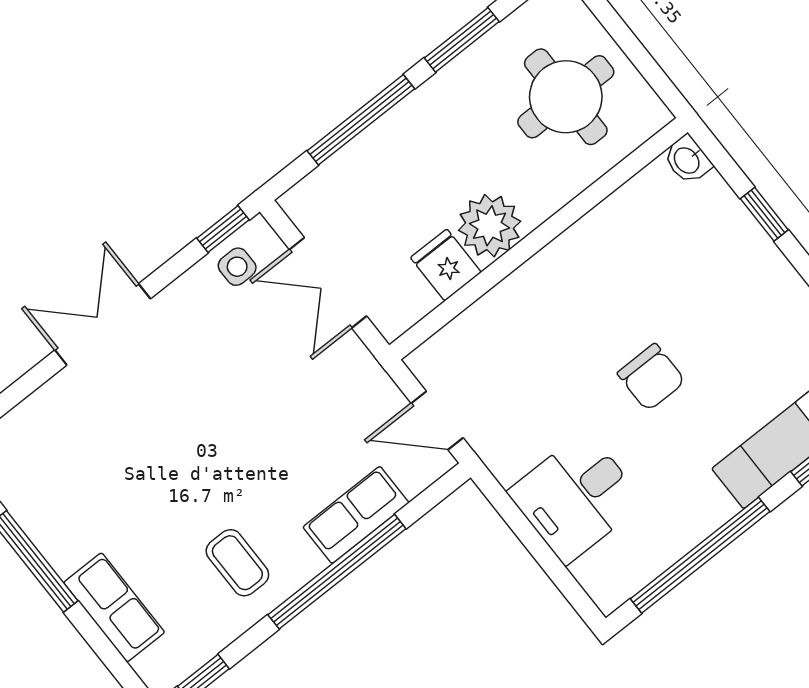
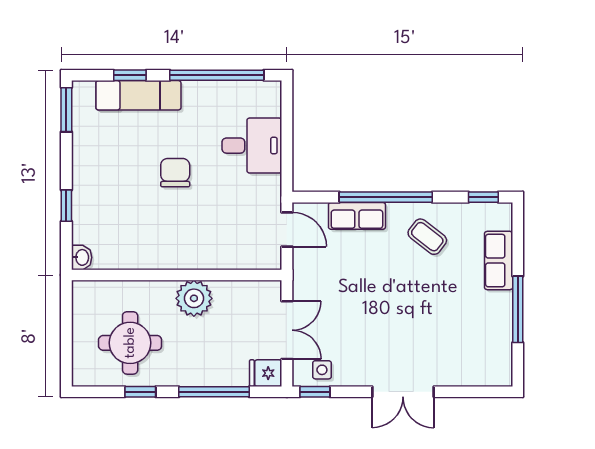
window: (462, 40) -> (140, 392), width x0.67
round table: (566, 97) -> (130, 343), moved
fridge: (446, 265) -> (266, 373), moved, turned 90
coffee table: (237, 563) -> (427, 237), turned -52

